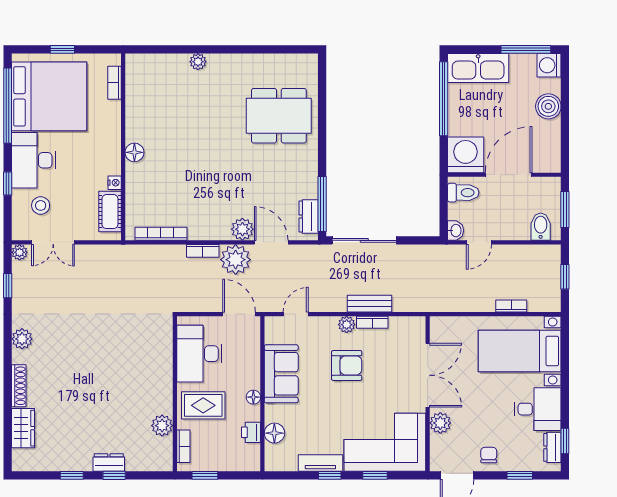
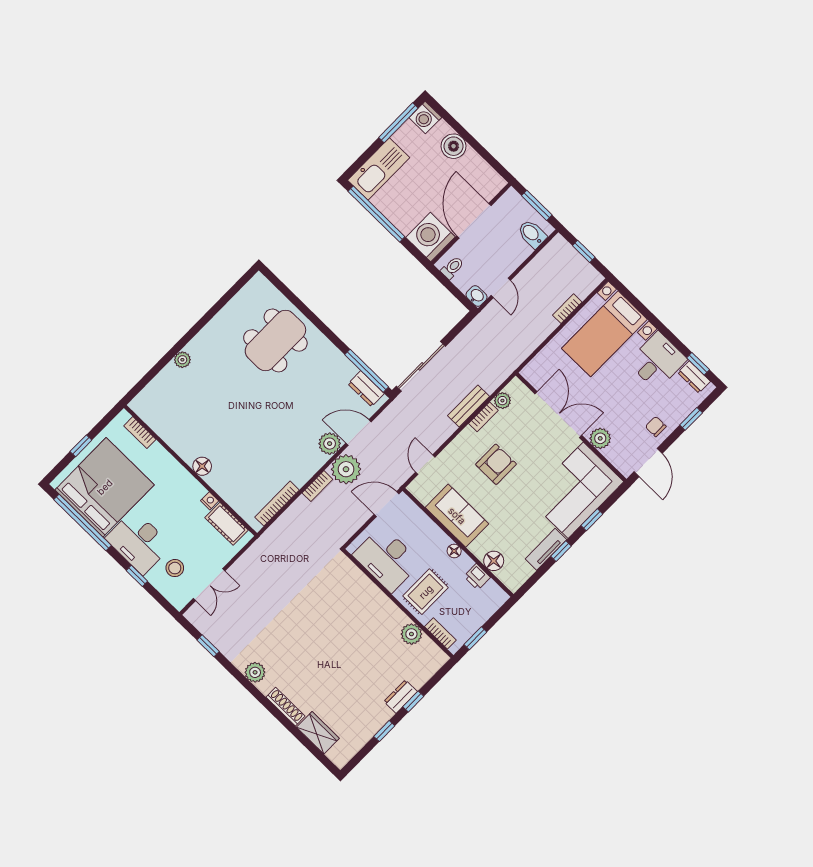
toilet: (463, 193) -> (452, 268), width x0.73, depth x0.72
plant: (20, 252) -> (193, 615), removed
plant: (347, 325) -> (502, 401), moved

